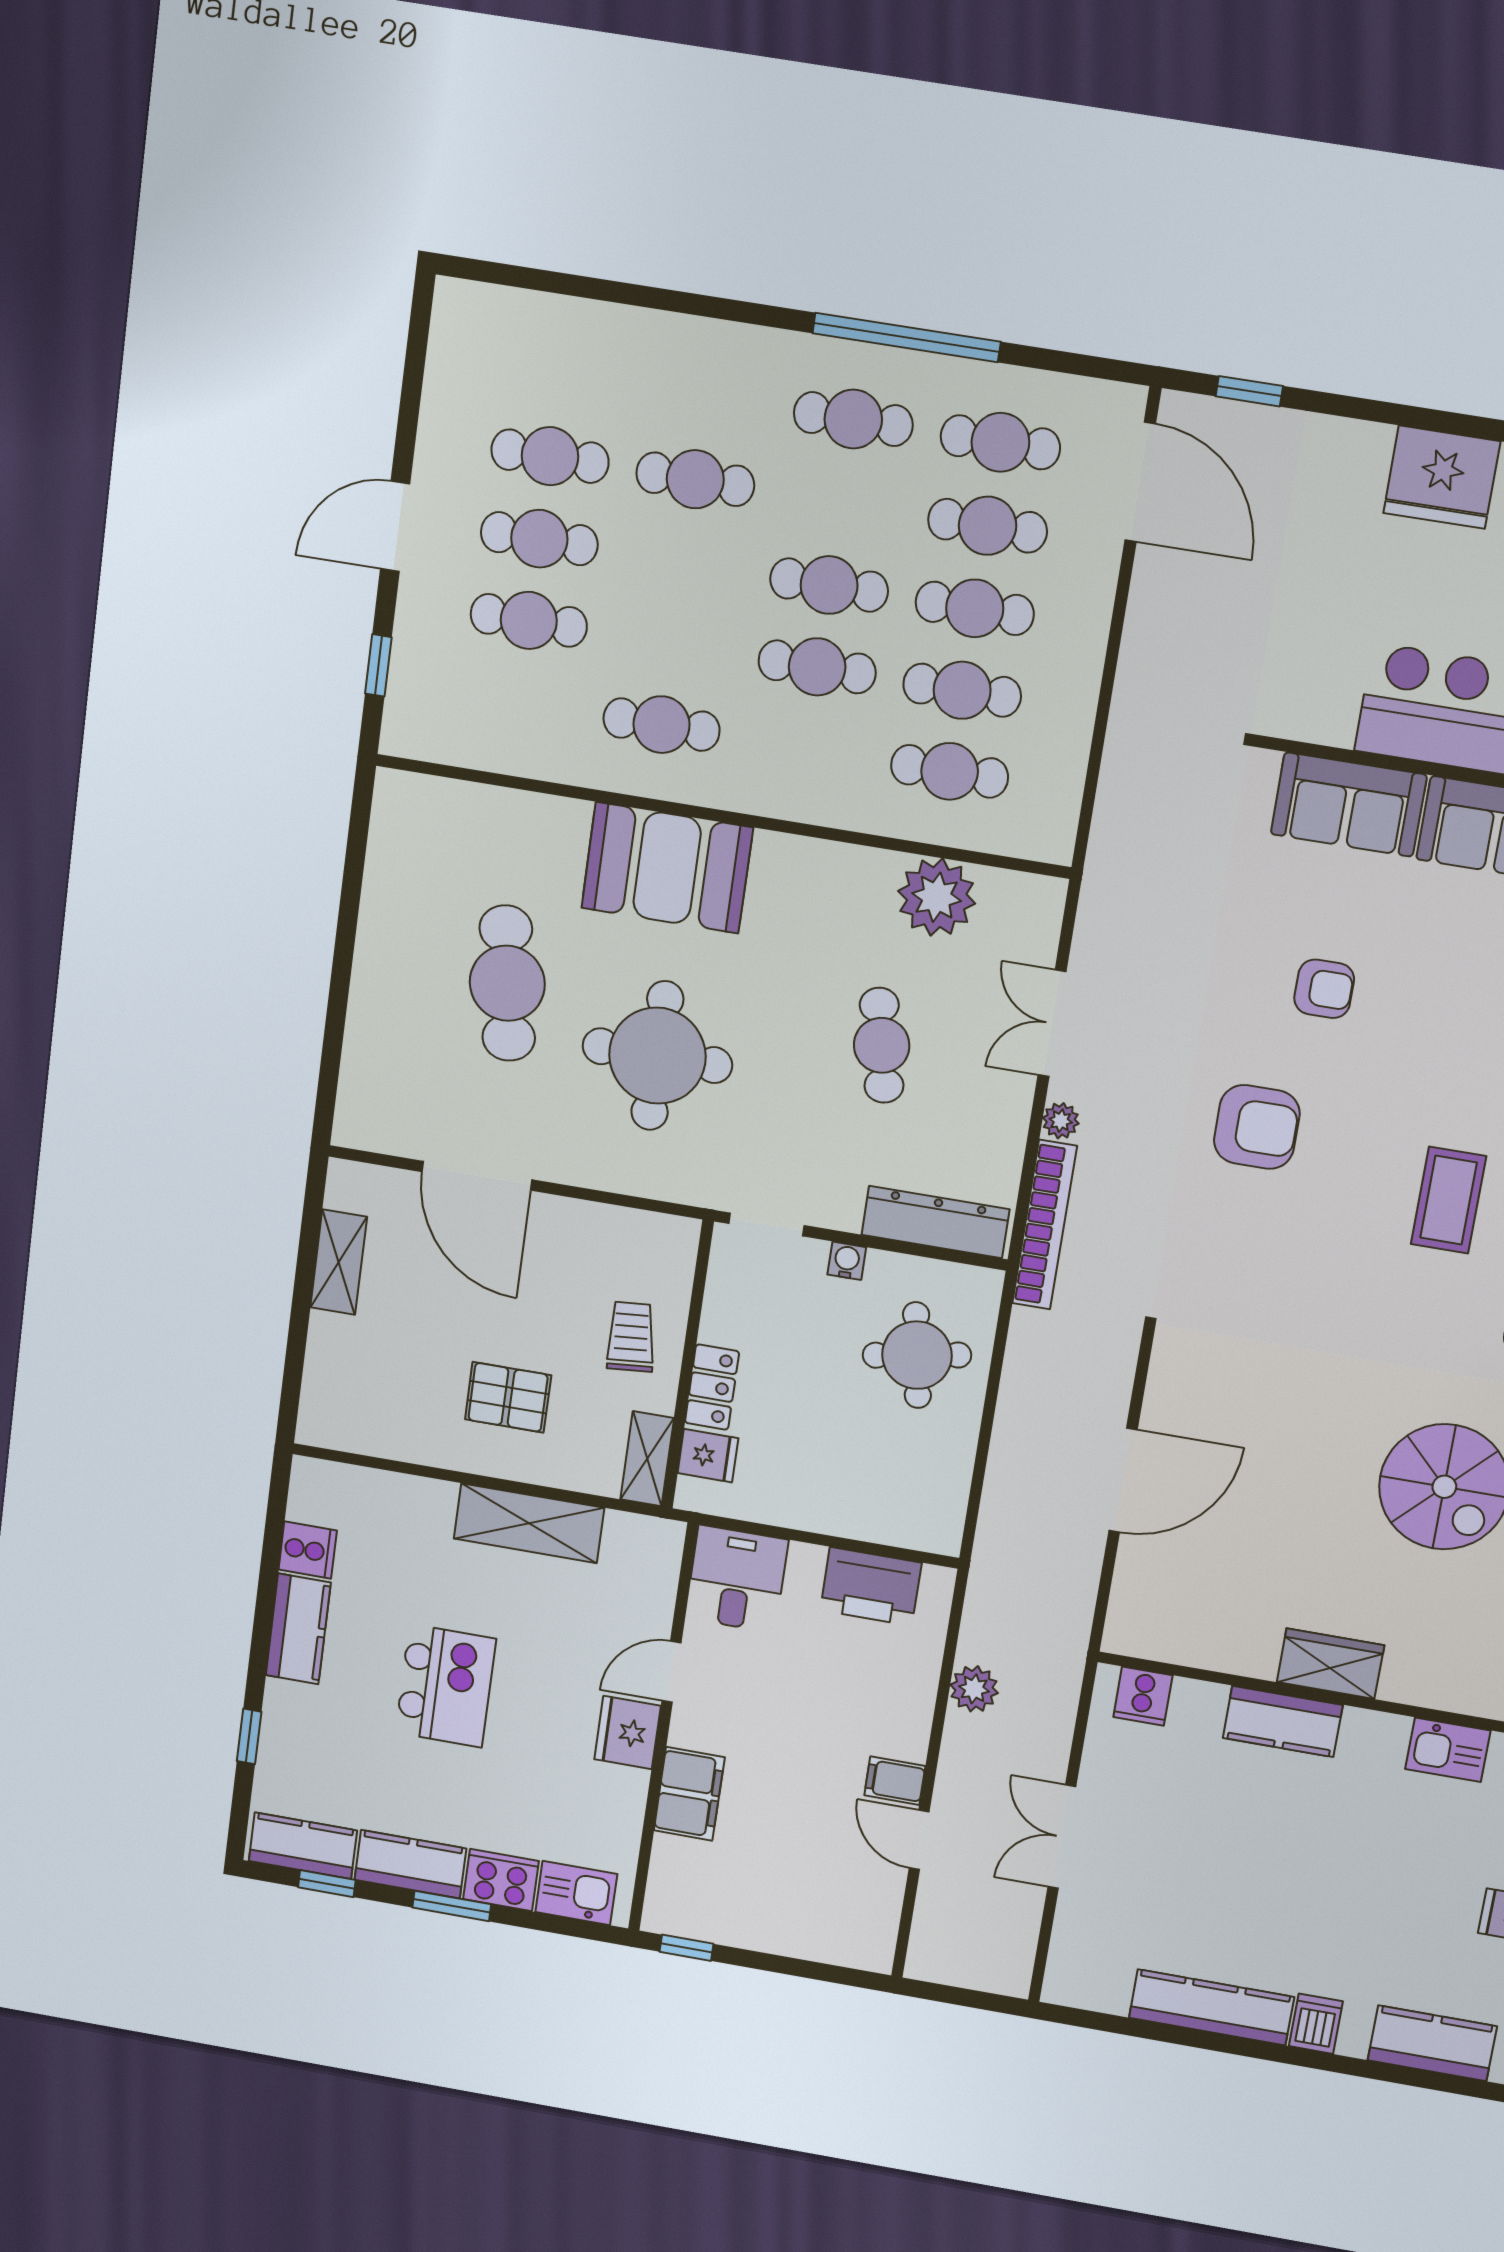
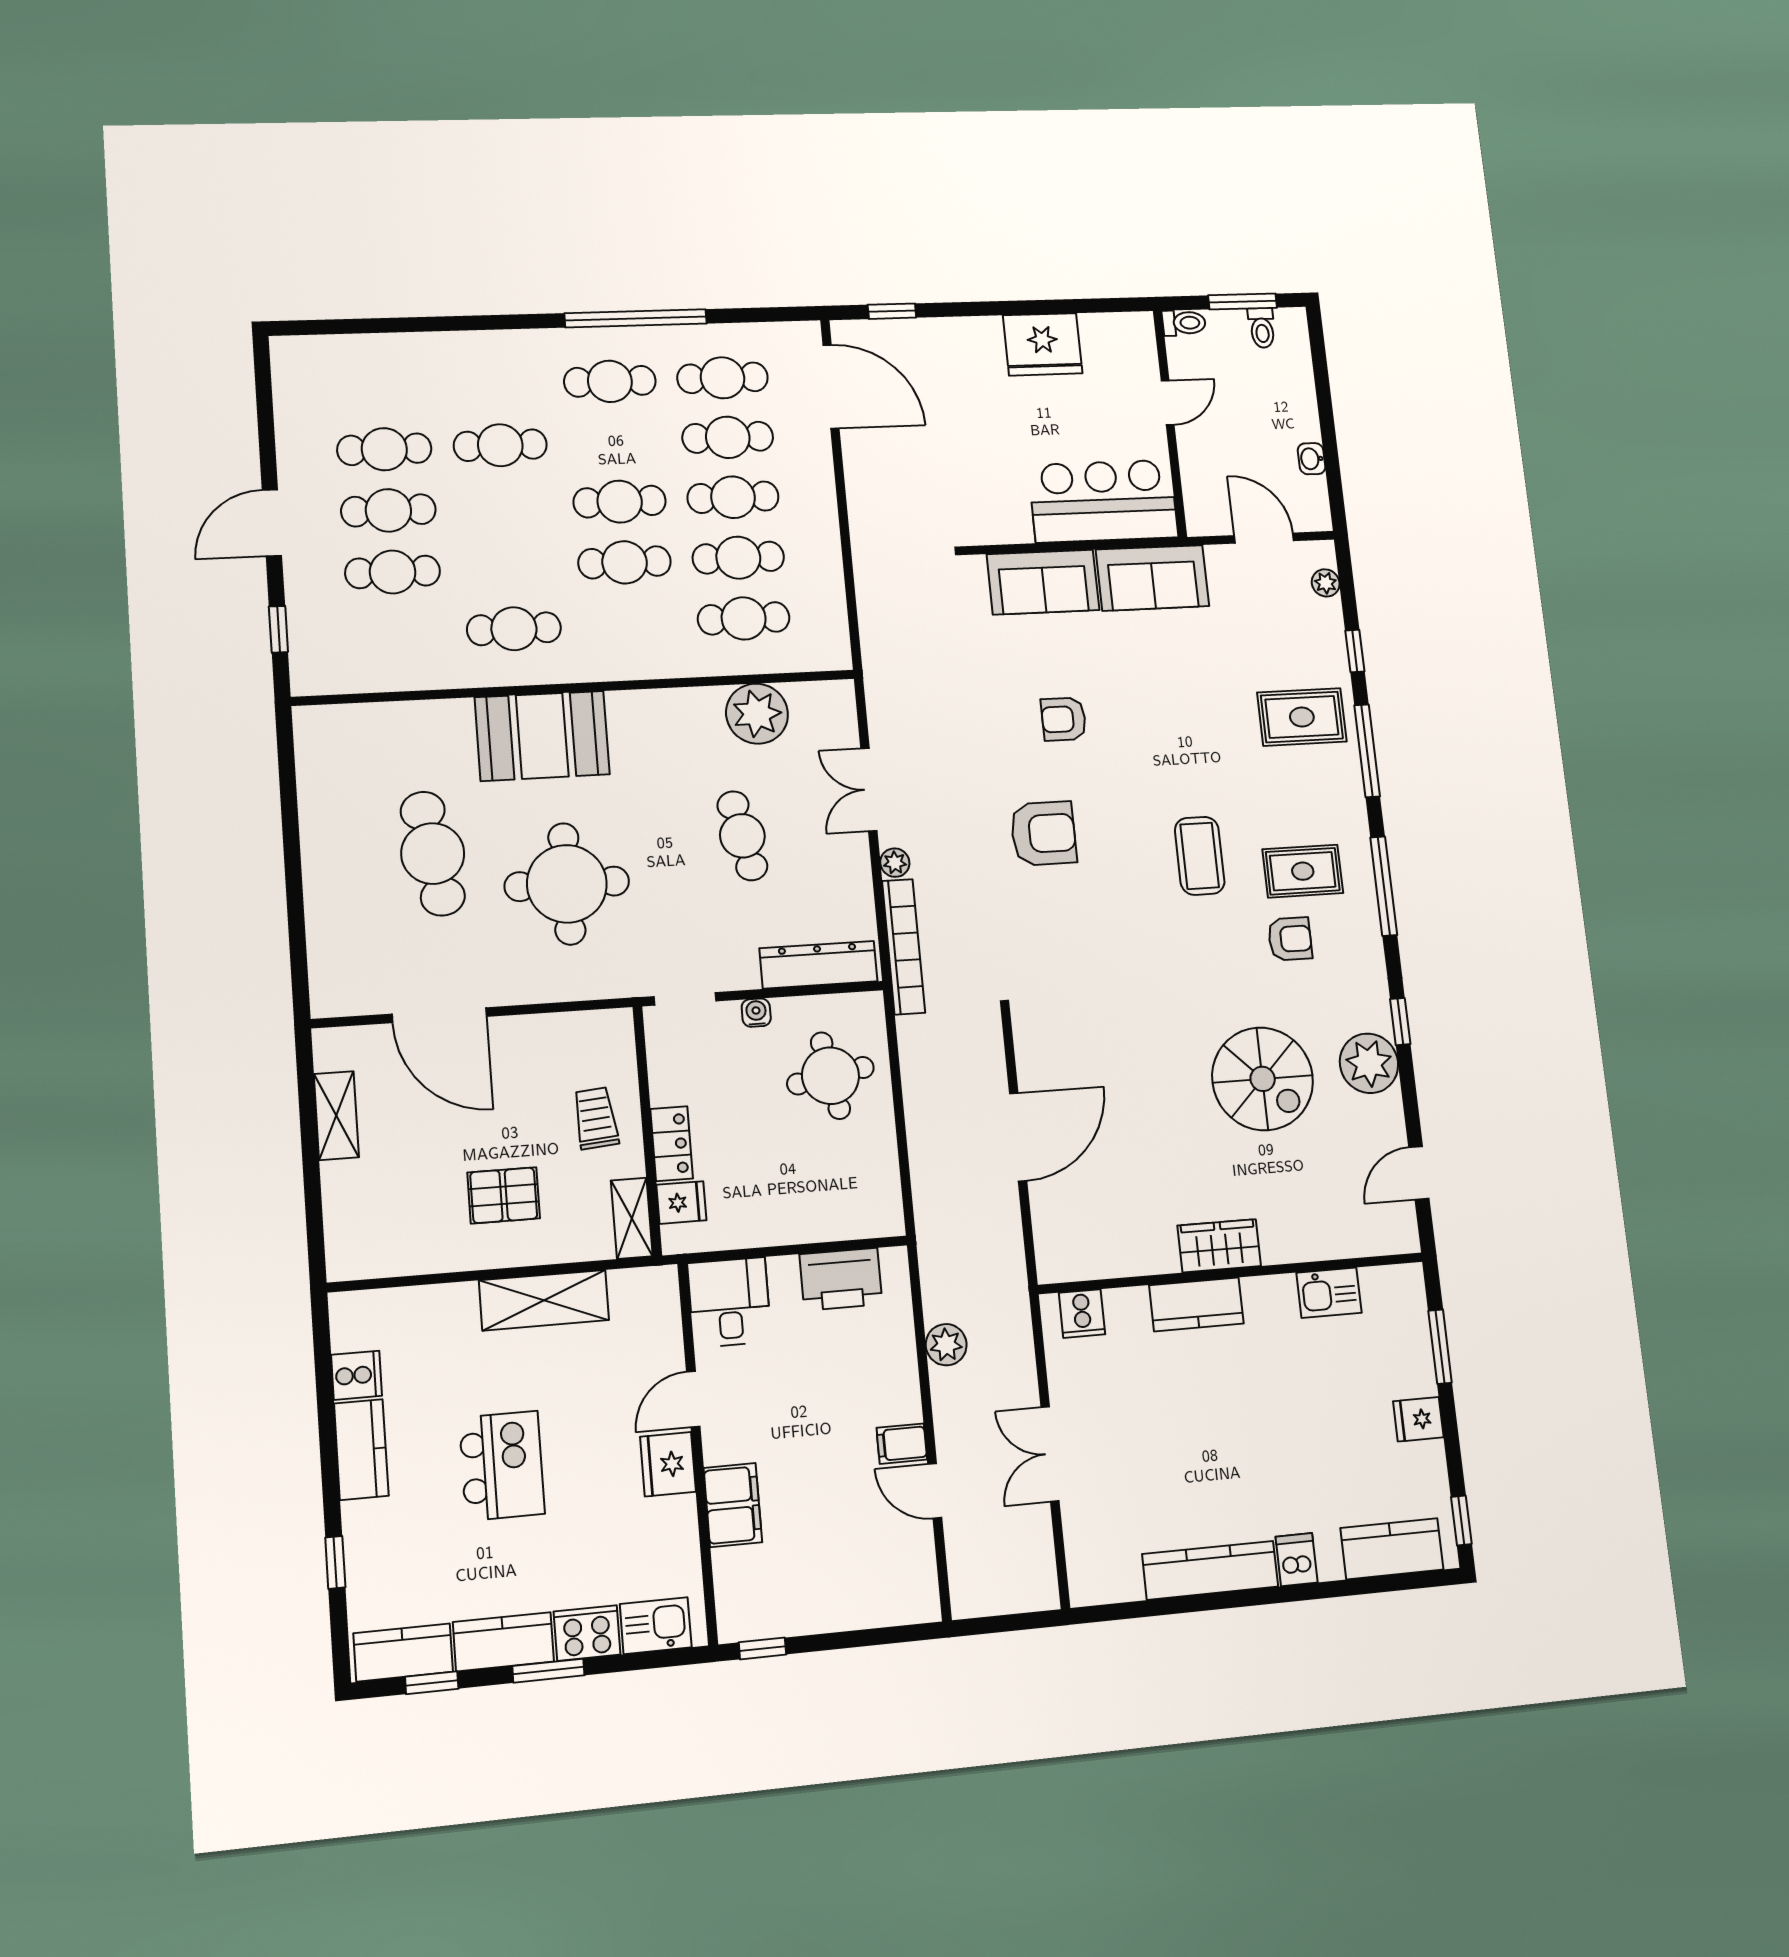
armchair: (1324, 989) -> (1064, 719), turned 180

